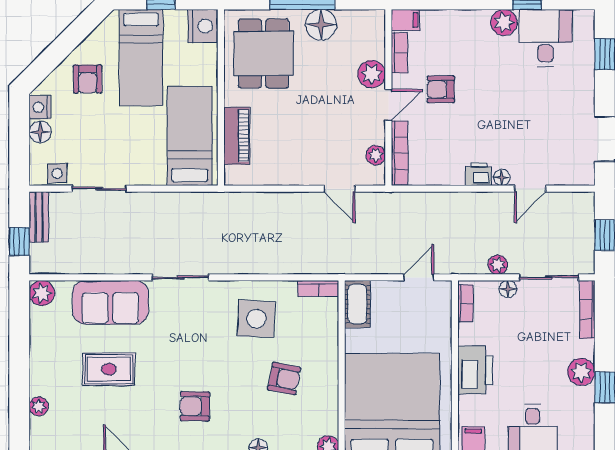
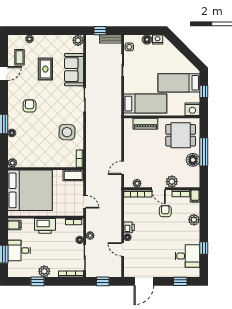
plant: (504, 22) -> (194, 220), moved
armchair: (88, 79) -> (170, 60), removed
armchair: (284, 379) -> (41, 144), removed
coffee table: (81, 430) -> (20, 57), added

